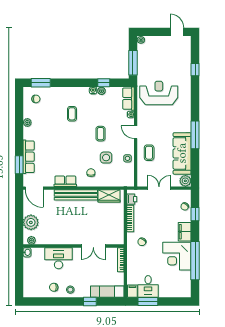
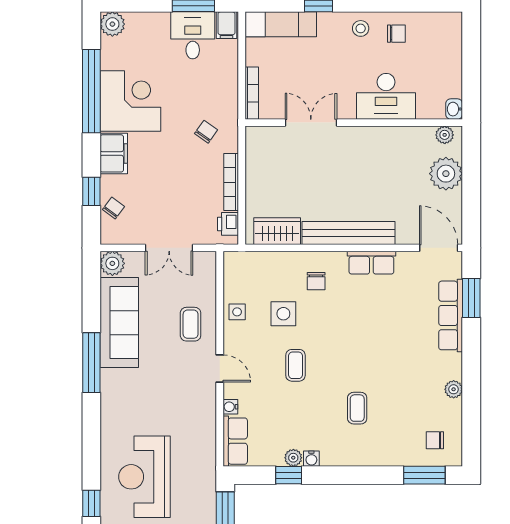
reception desk: (159, 93) -> (145, 477), moved, turned 90
plant: (185, 292) -> (112, 24), added

